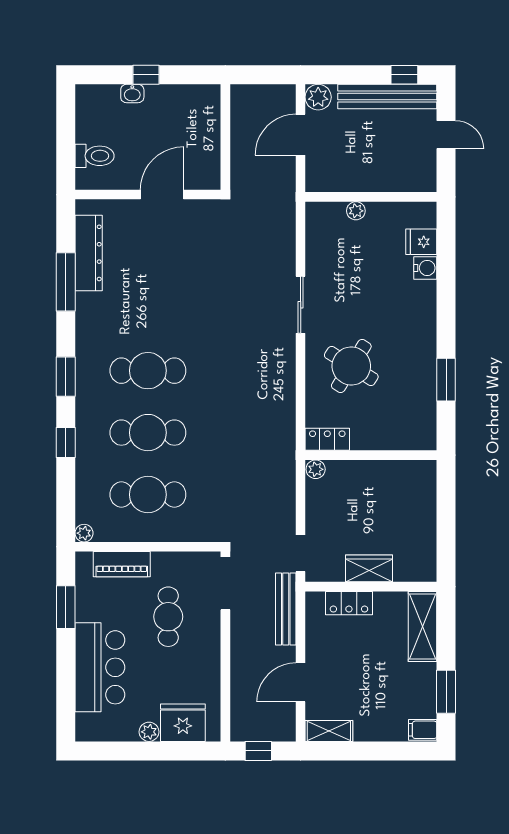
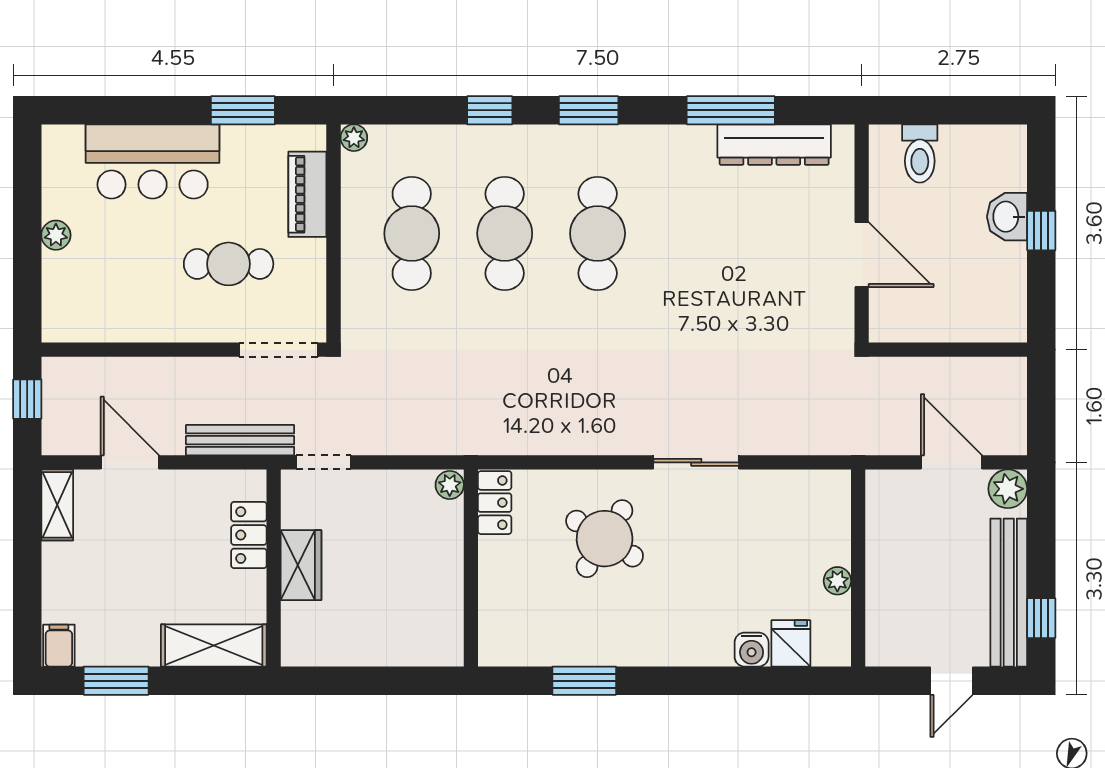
washbasin: (132, 94) -> (1007, 217), width x1.38, depth x1.45
plant: (356, 211) -> (837, 581), moved
fridge: (183, 723) -> (69, 286), removed

